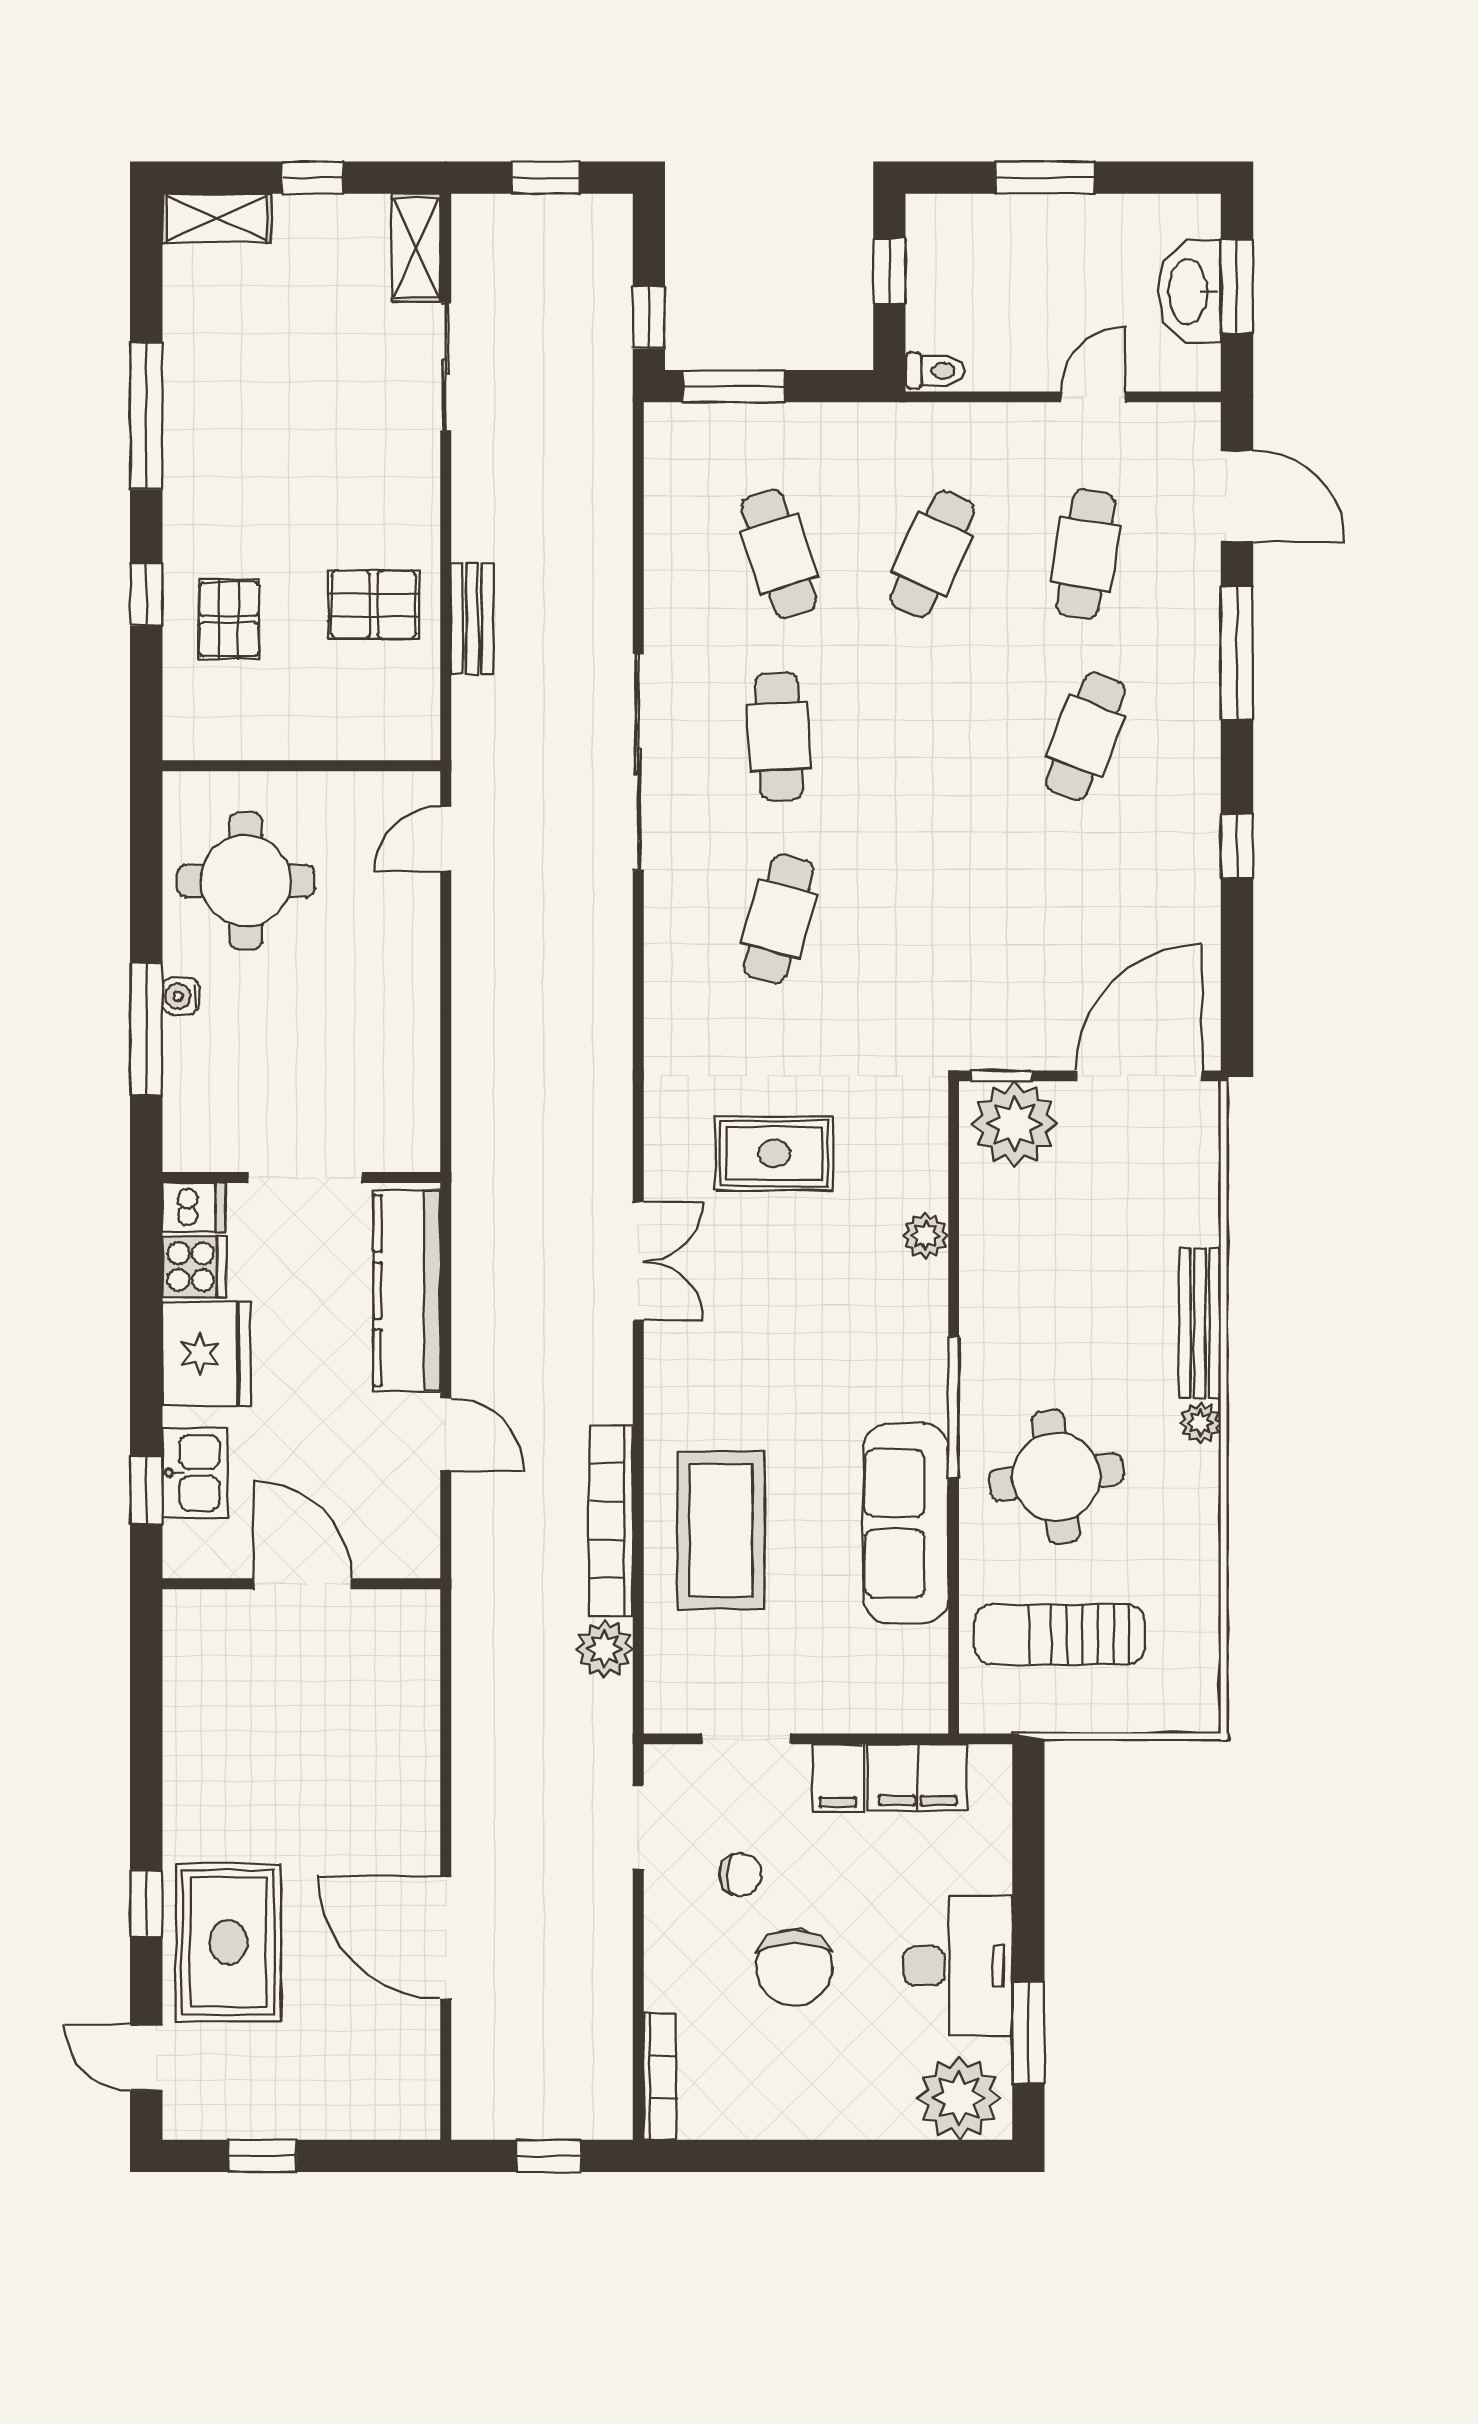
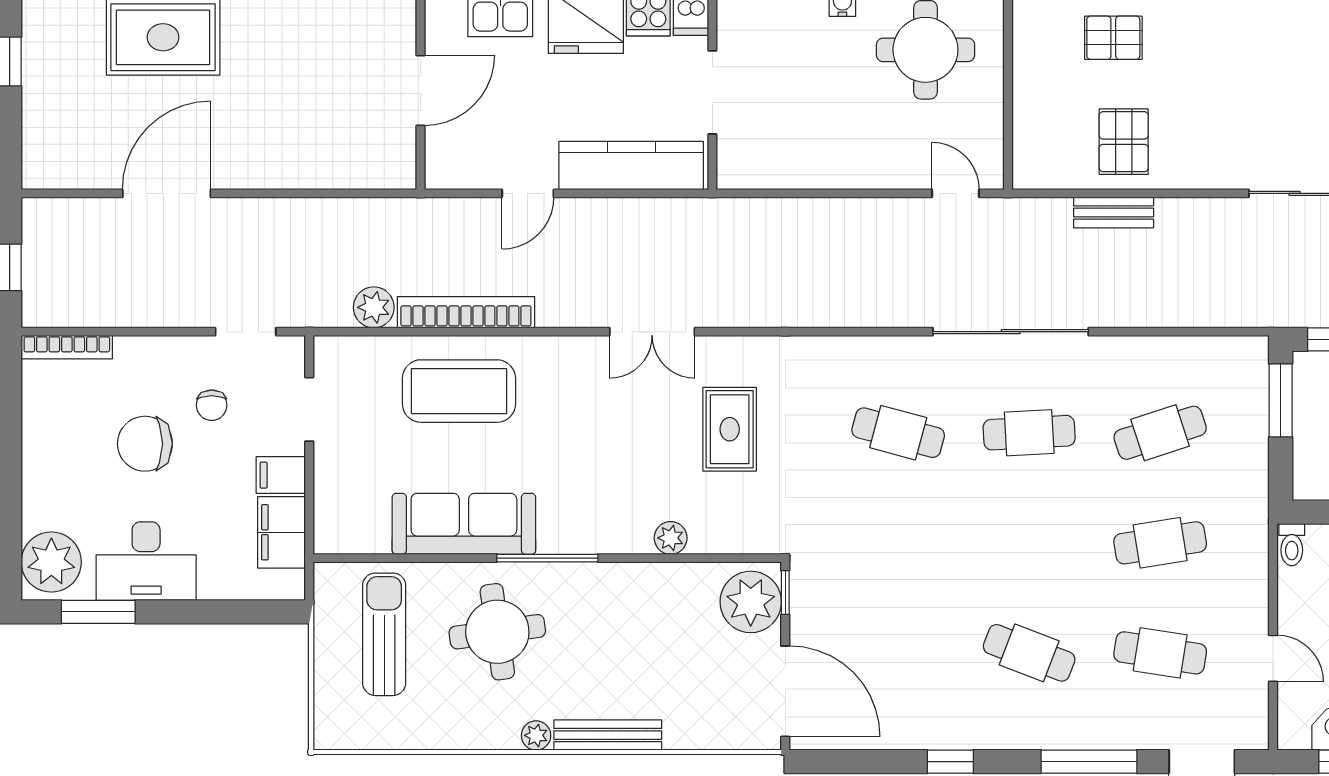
cafe table: (932, 554) -> (1160, 543), turned -33

